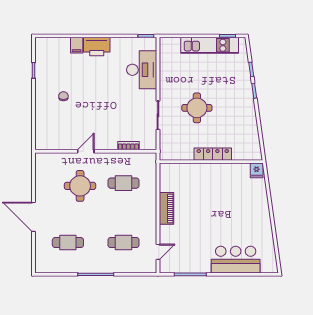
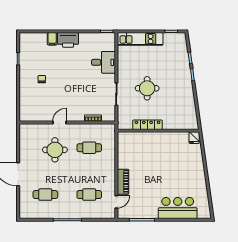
kitchen unit: (210, 45) -> (140, 39), moved
desk: (142, 70) -> (104, 62), width x0.73
locker: (213, 154) -> (147, 125), moved
piano: (166, 208) -> (123, 182), moved

